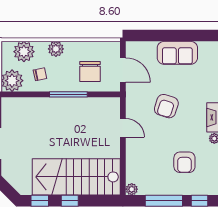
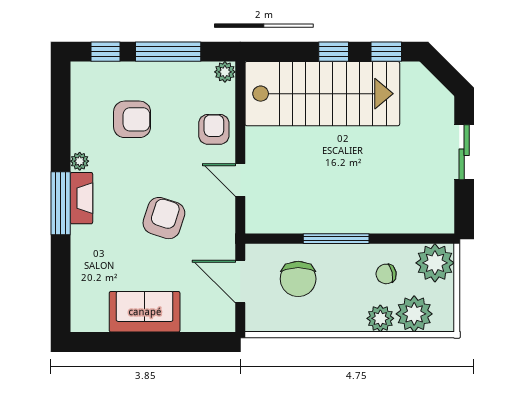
plant: (56, 49) -> (380, 318), moved
chair: (90, 71) -> (298, 279), turned 180
armchair: (138, 157) -> (214, 129), added
armchair: (184, 162) -> (132, 119), turned 90

